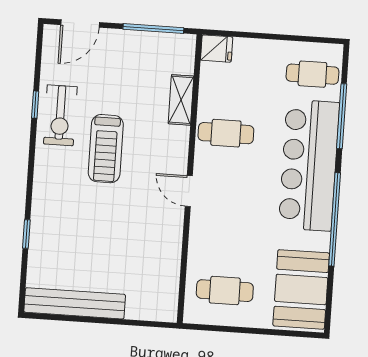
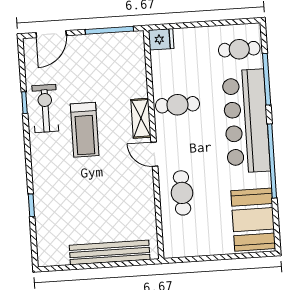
shelving: (181, 100) -> (141, 118), moved
exercise bike: (60, 115) -> (45, 108), turned 180
cafe table: (225, 291) -> (182, 193), moved, turned 90
bench: (75, 303) -> (110, 252), moved

